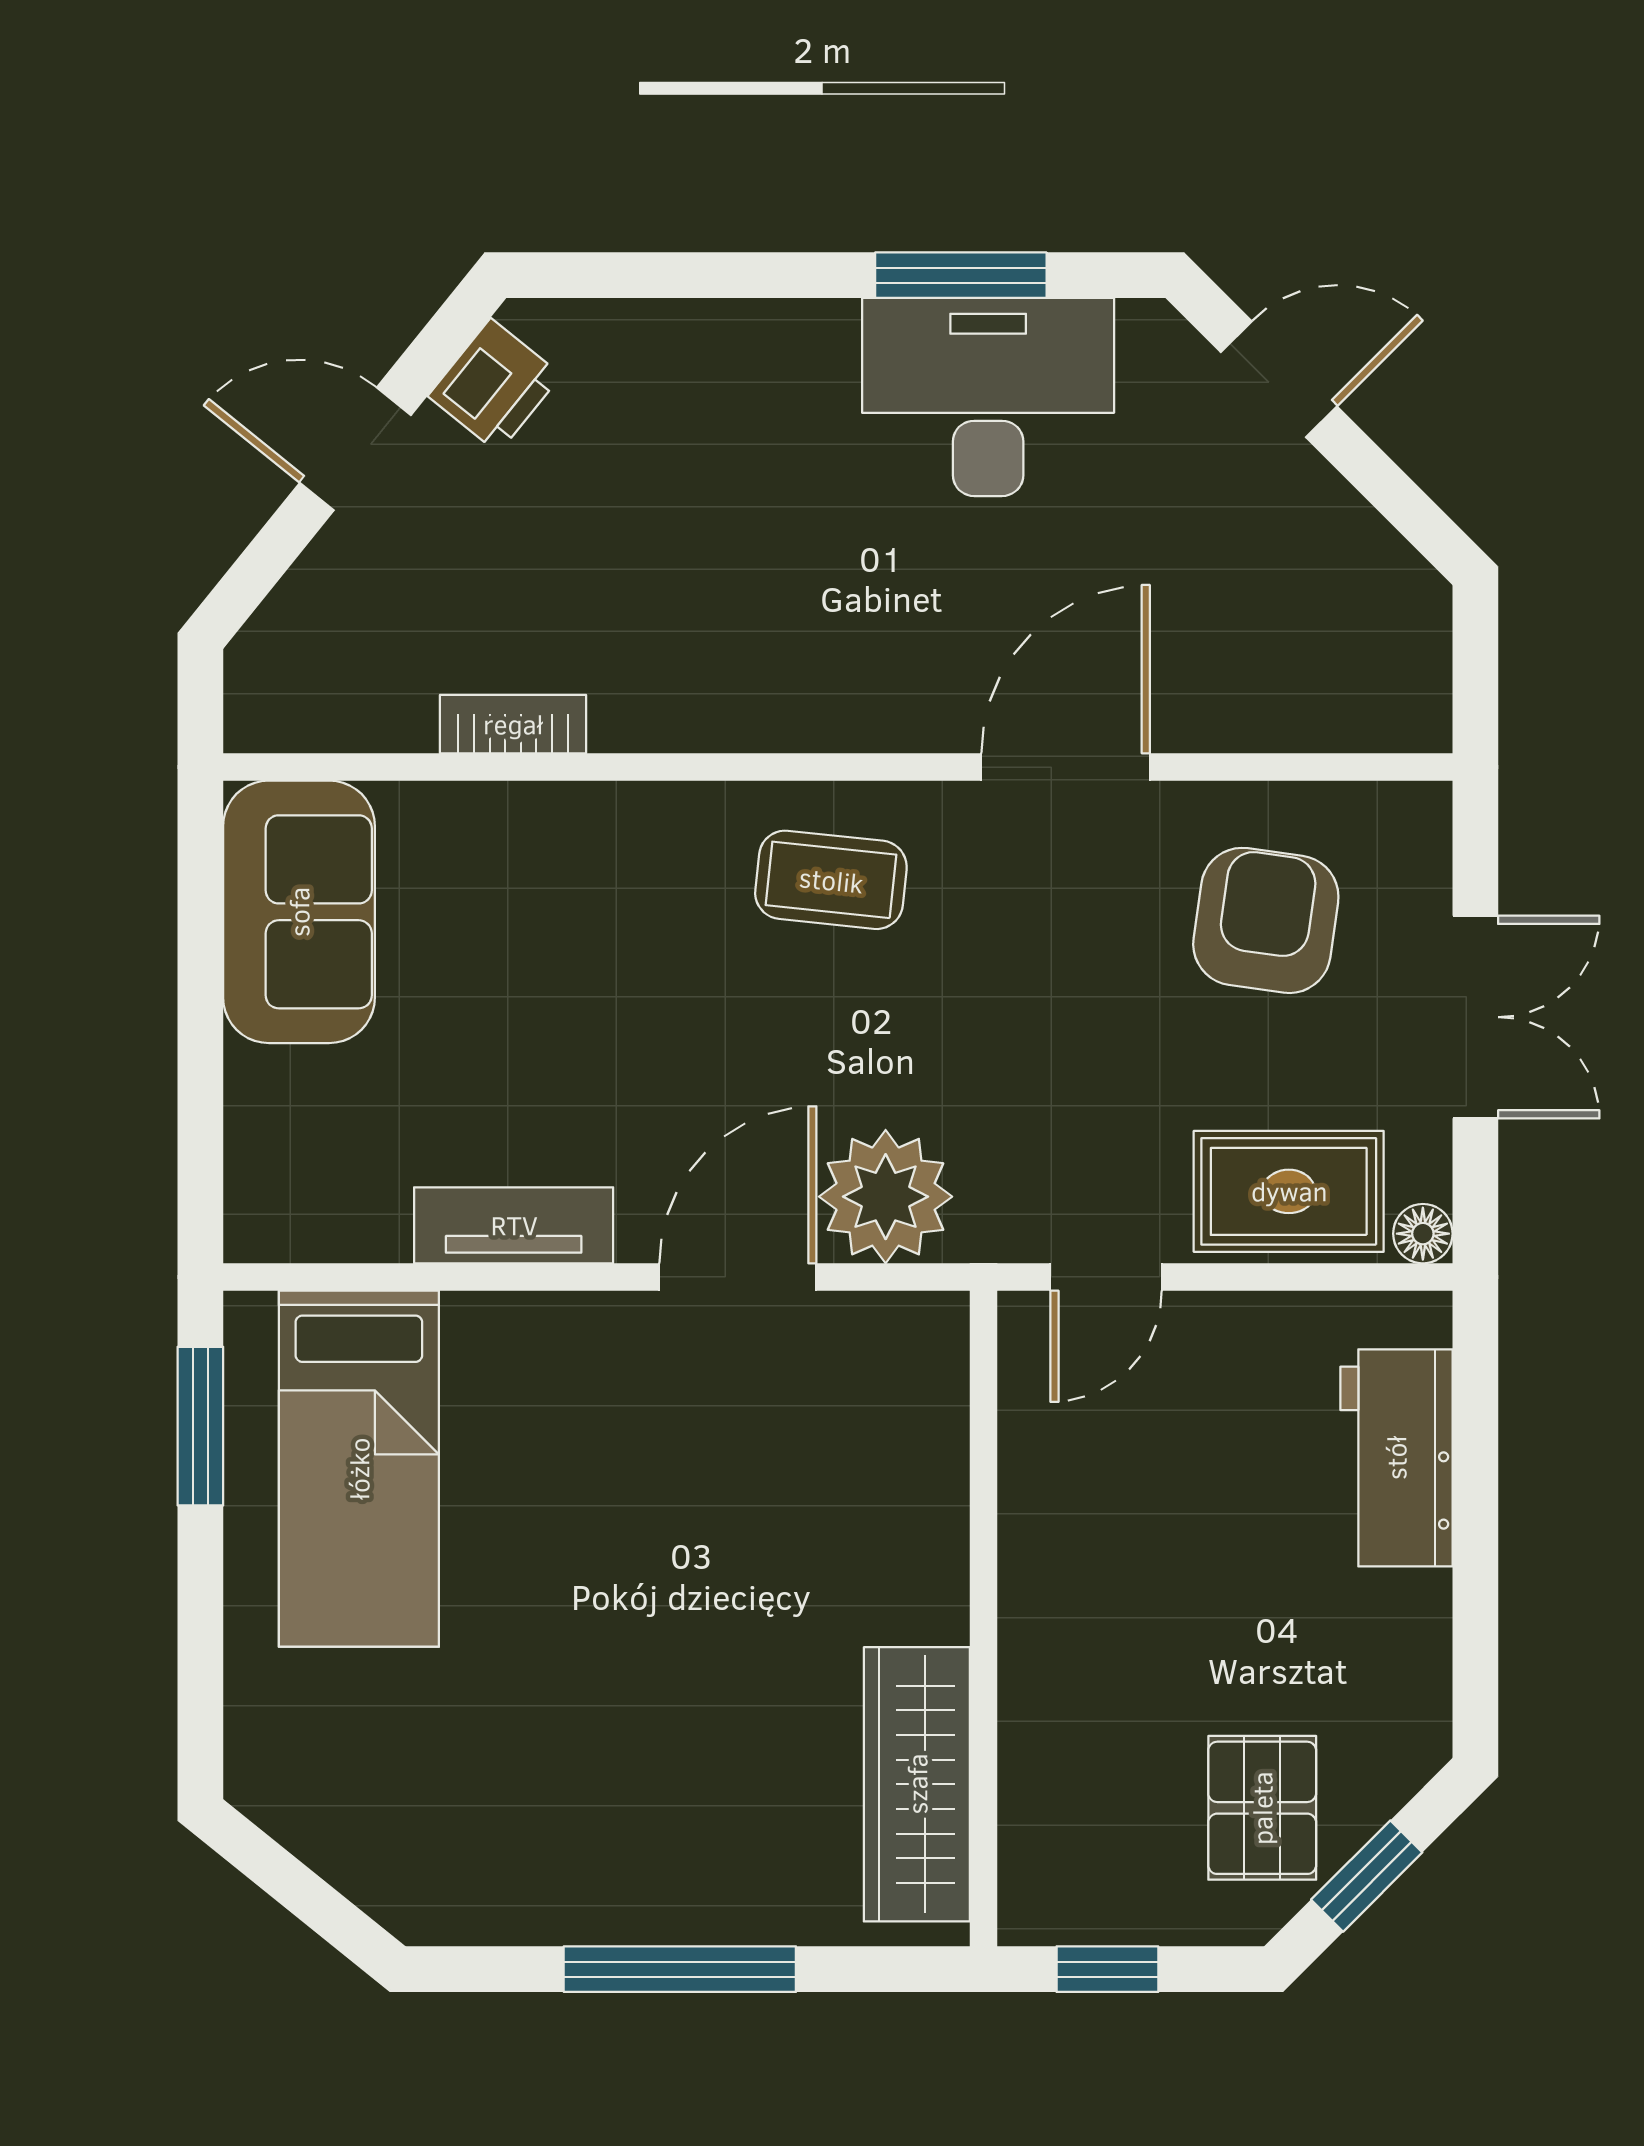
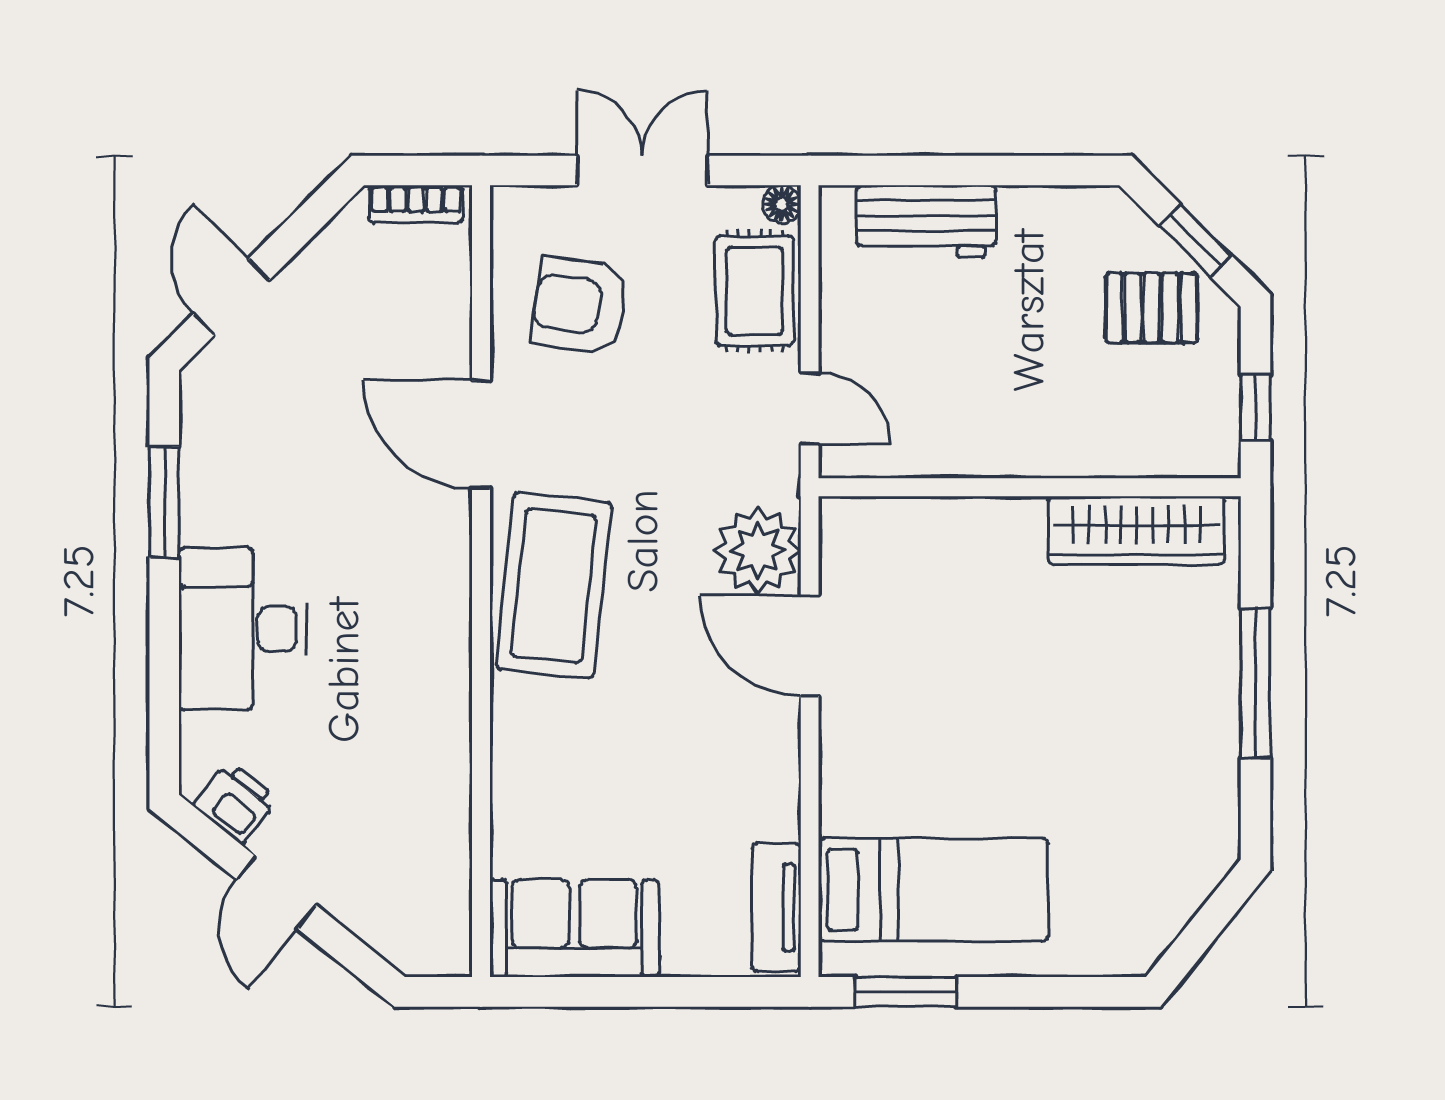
desk: (988, 397) -> (243, 629), moved
bookcase: (513, 724) -> (416, 204), moved, turned -90
coffee table: (831, 880) -> (554, 586), width x1.86, depth x1.72
tv unit: (514, 1225) -> (776, 907), moved

